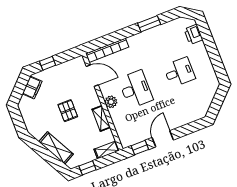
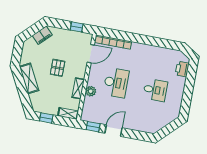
window: (149, 24) -> (155, 42), removed
window: (48, 63) -> (77, 27), moved
door: (92, 76) -> (91, 54), hinge flipped
plant: (111, 102) -> (91, 91), moved
shelving: (56, 148) -> (29, 78), moved

